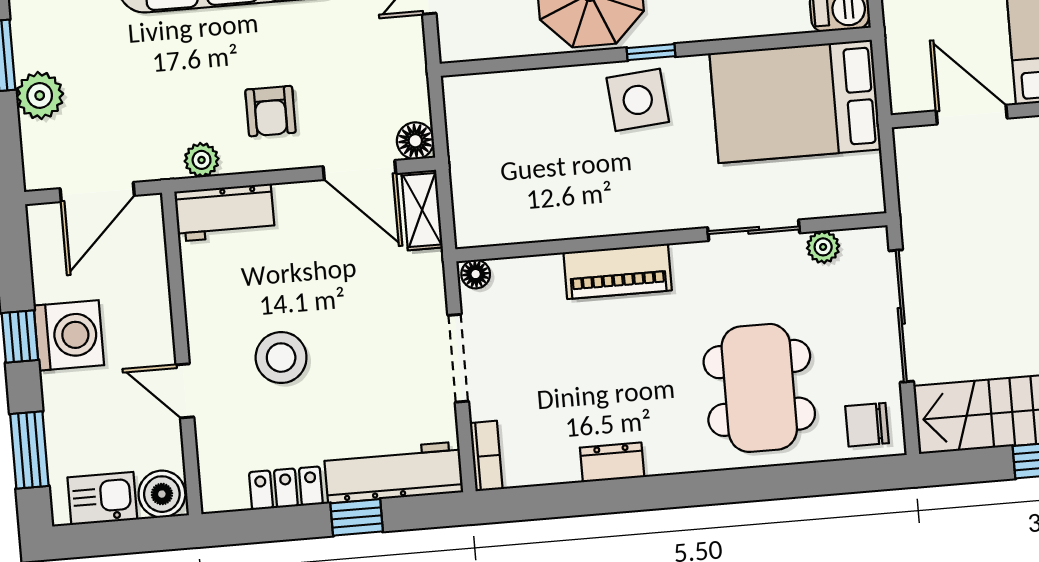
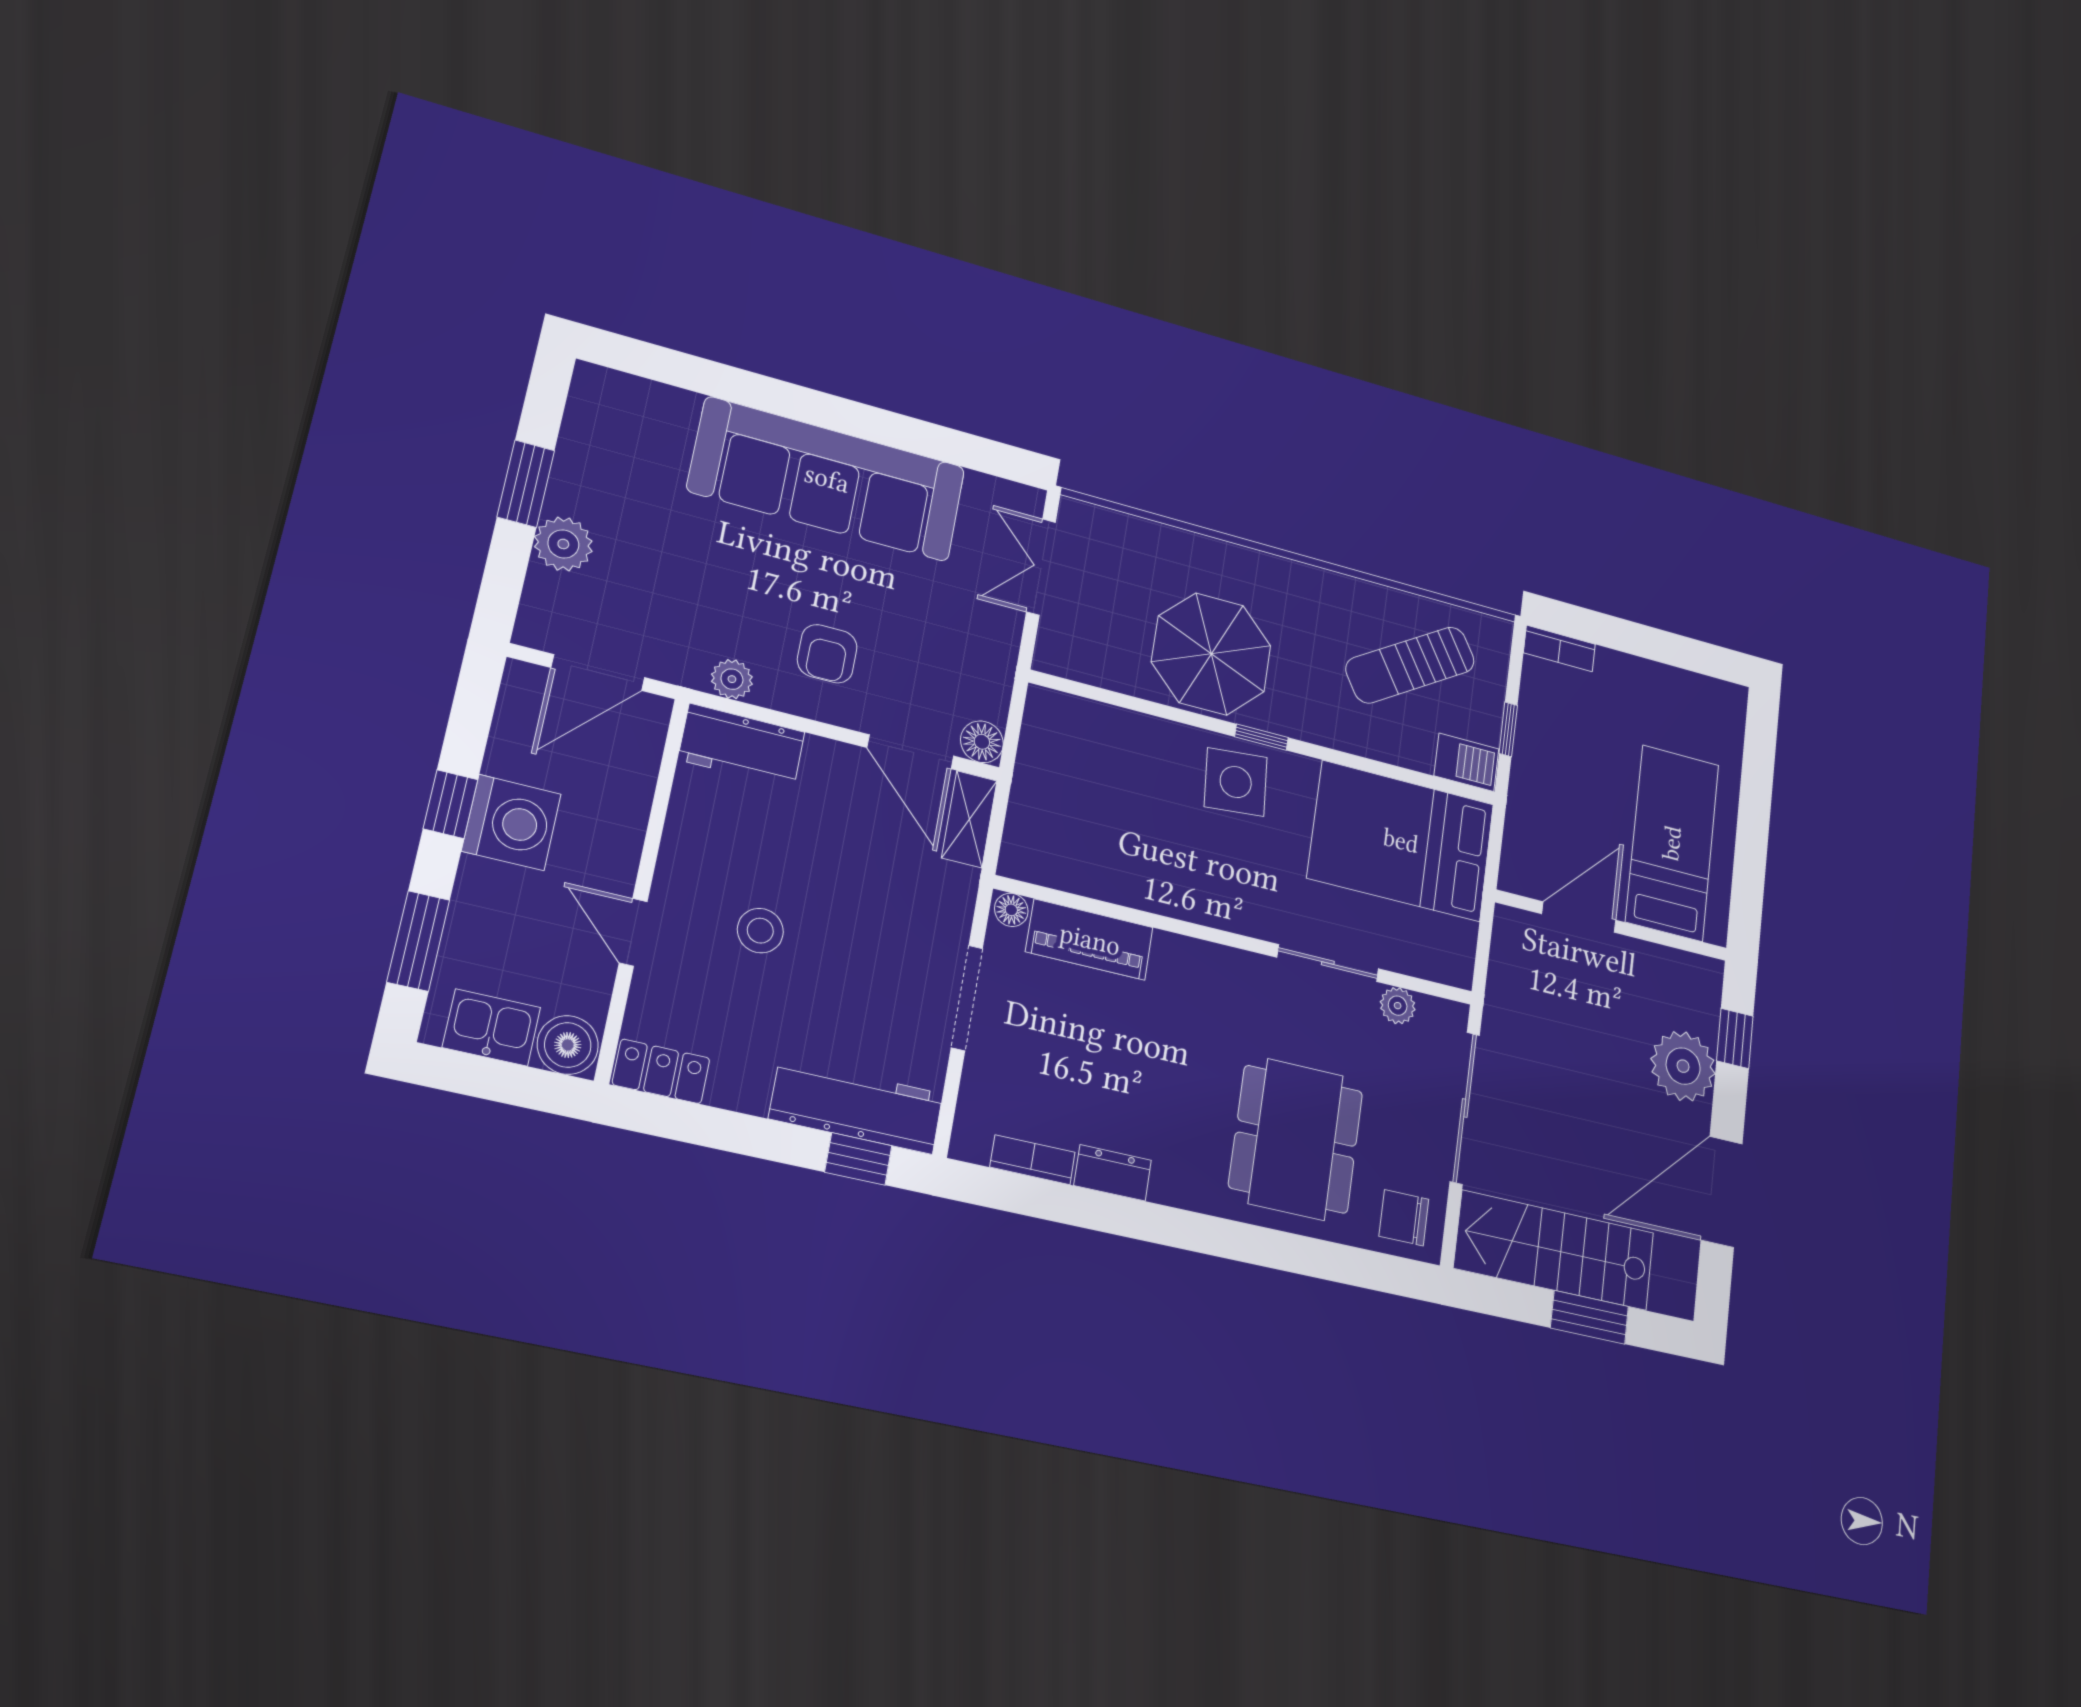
door: (972, 115) -> (1579, 917), hinge flipped
piano: (618, 271) -> (1090, 940), moved
stool: (281, 358) -> (760, 931), width x0.73, depth x0.73
bookcase: (486, 456) -> (1033, 1160), moved, turned -90
locker: (286, 488) -> (661, 1071), moved
window: (357, 517) -> (858, 1159), moved

